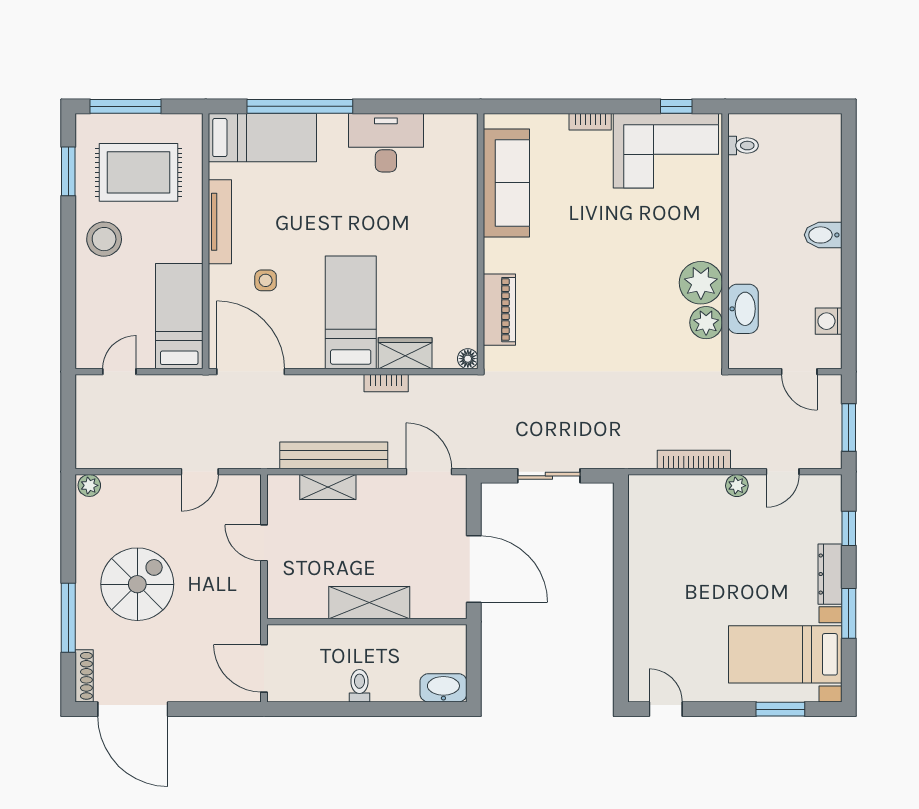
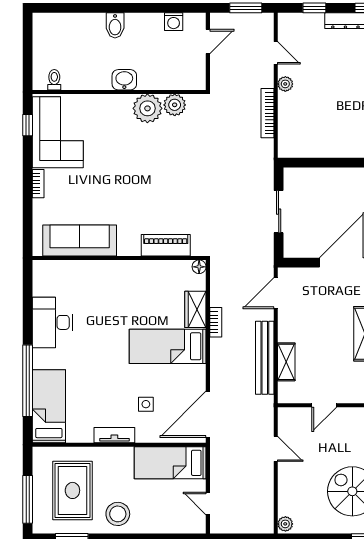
tv unit: (220, 222) -> (114, 435), width x0.71
washbasin: (743, 309) -> (124, 80), moved, width x0.72

